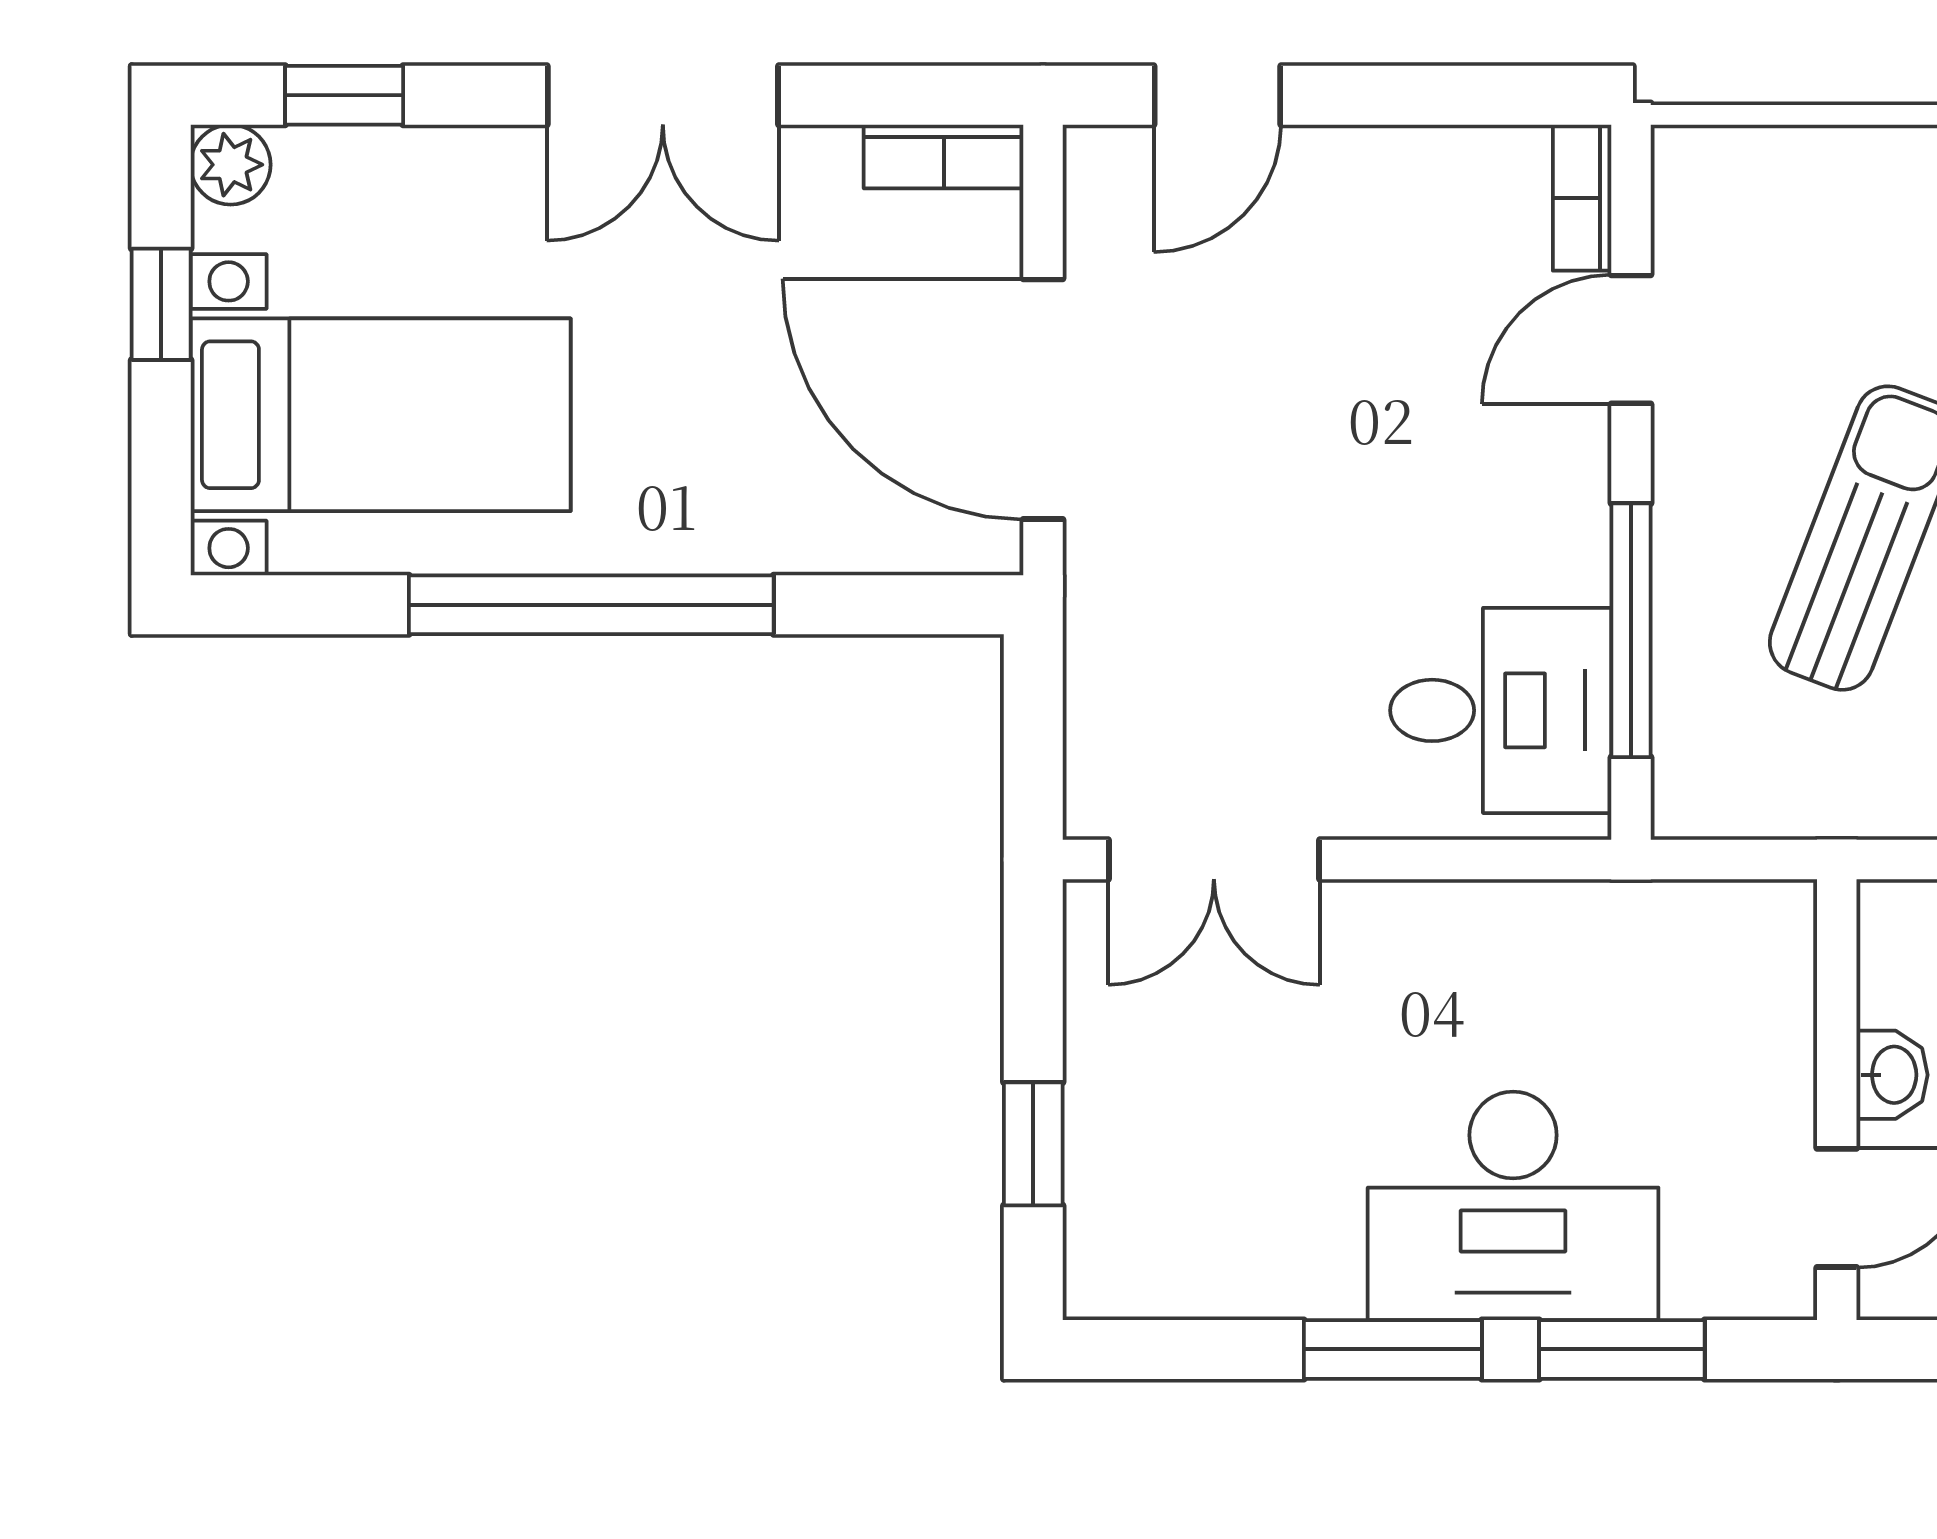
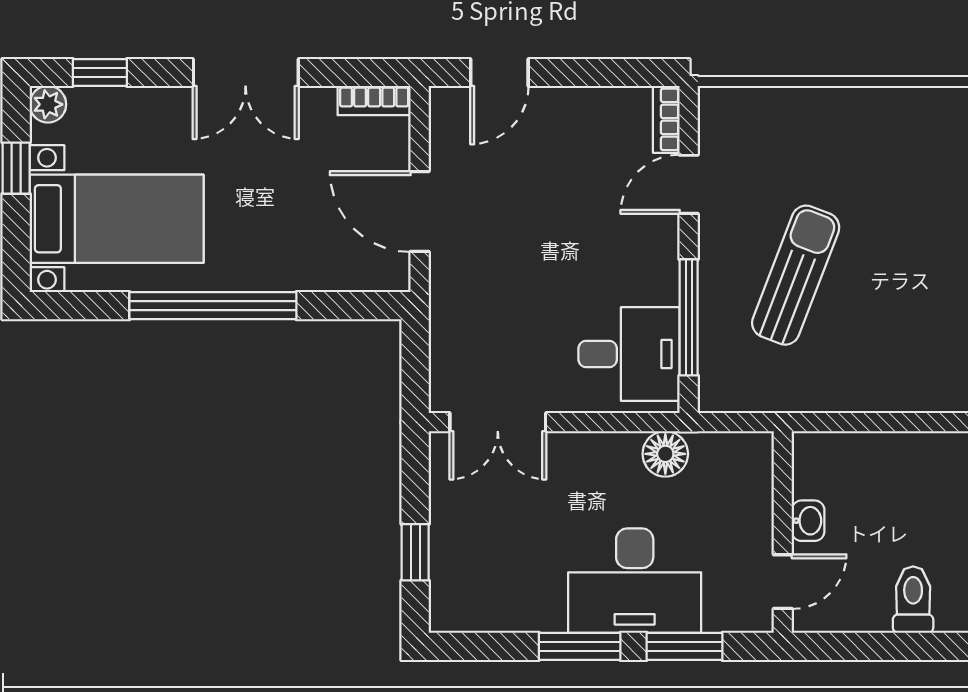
door: (1043, 399) -> (420, 212), width x0.73
floor lamp: (1580, 929) -> (665, 454), added

